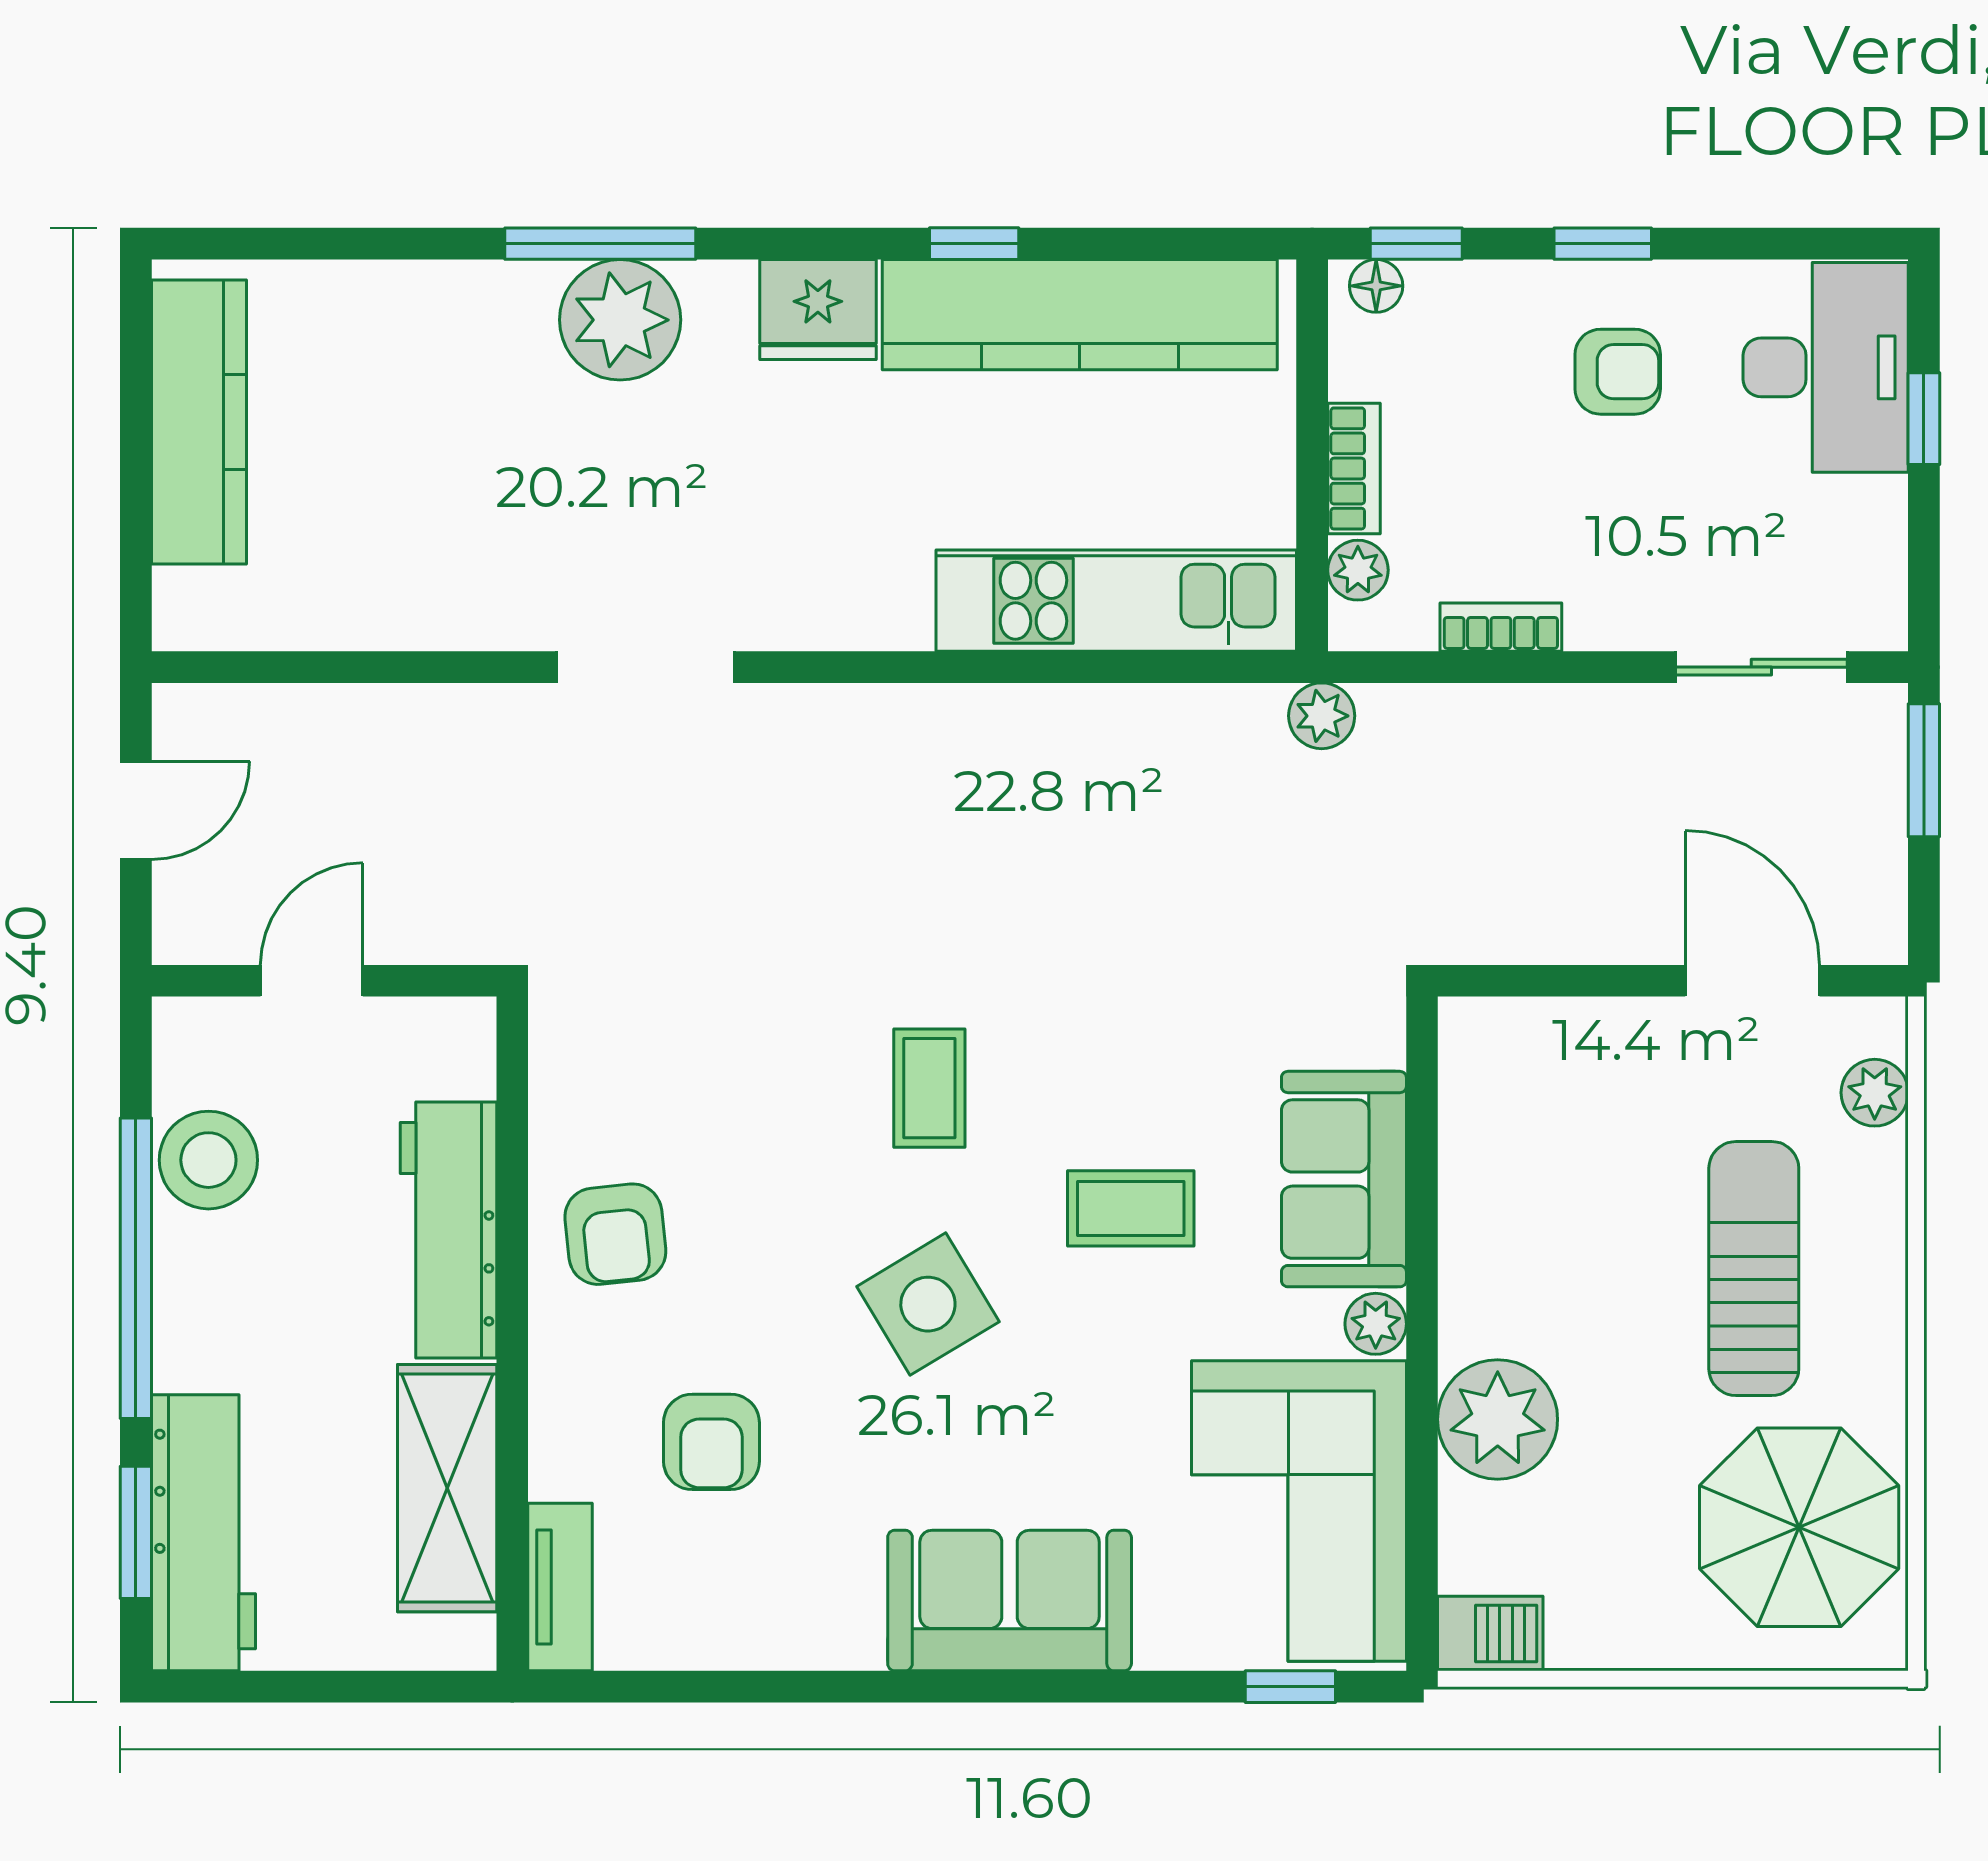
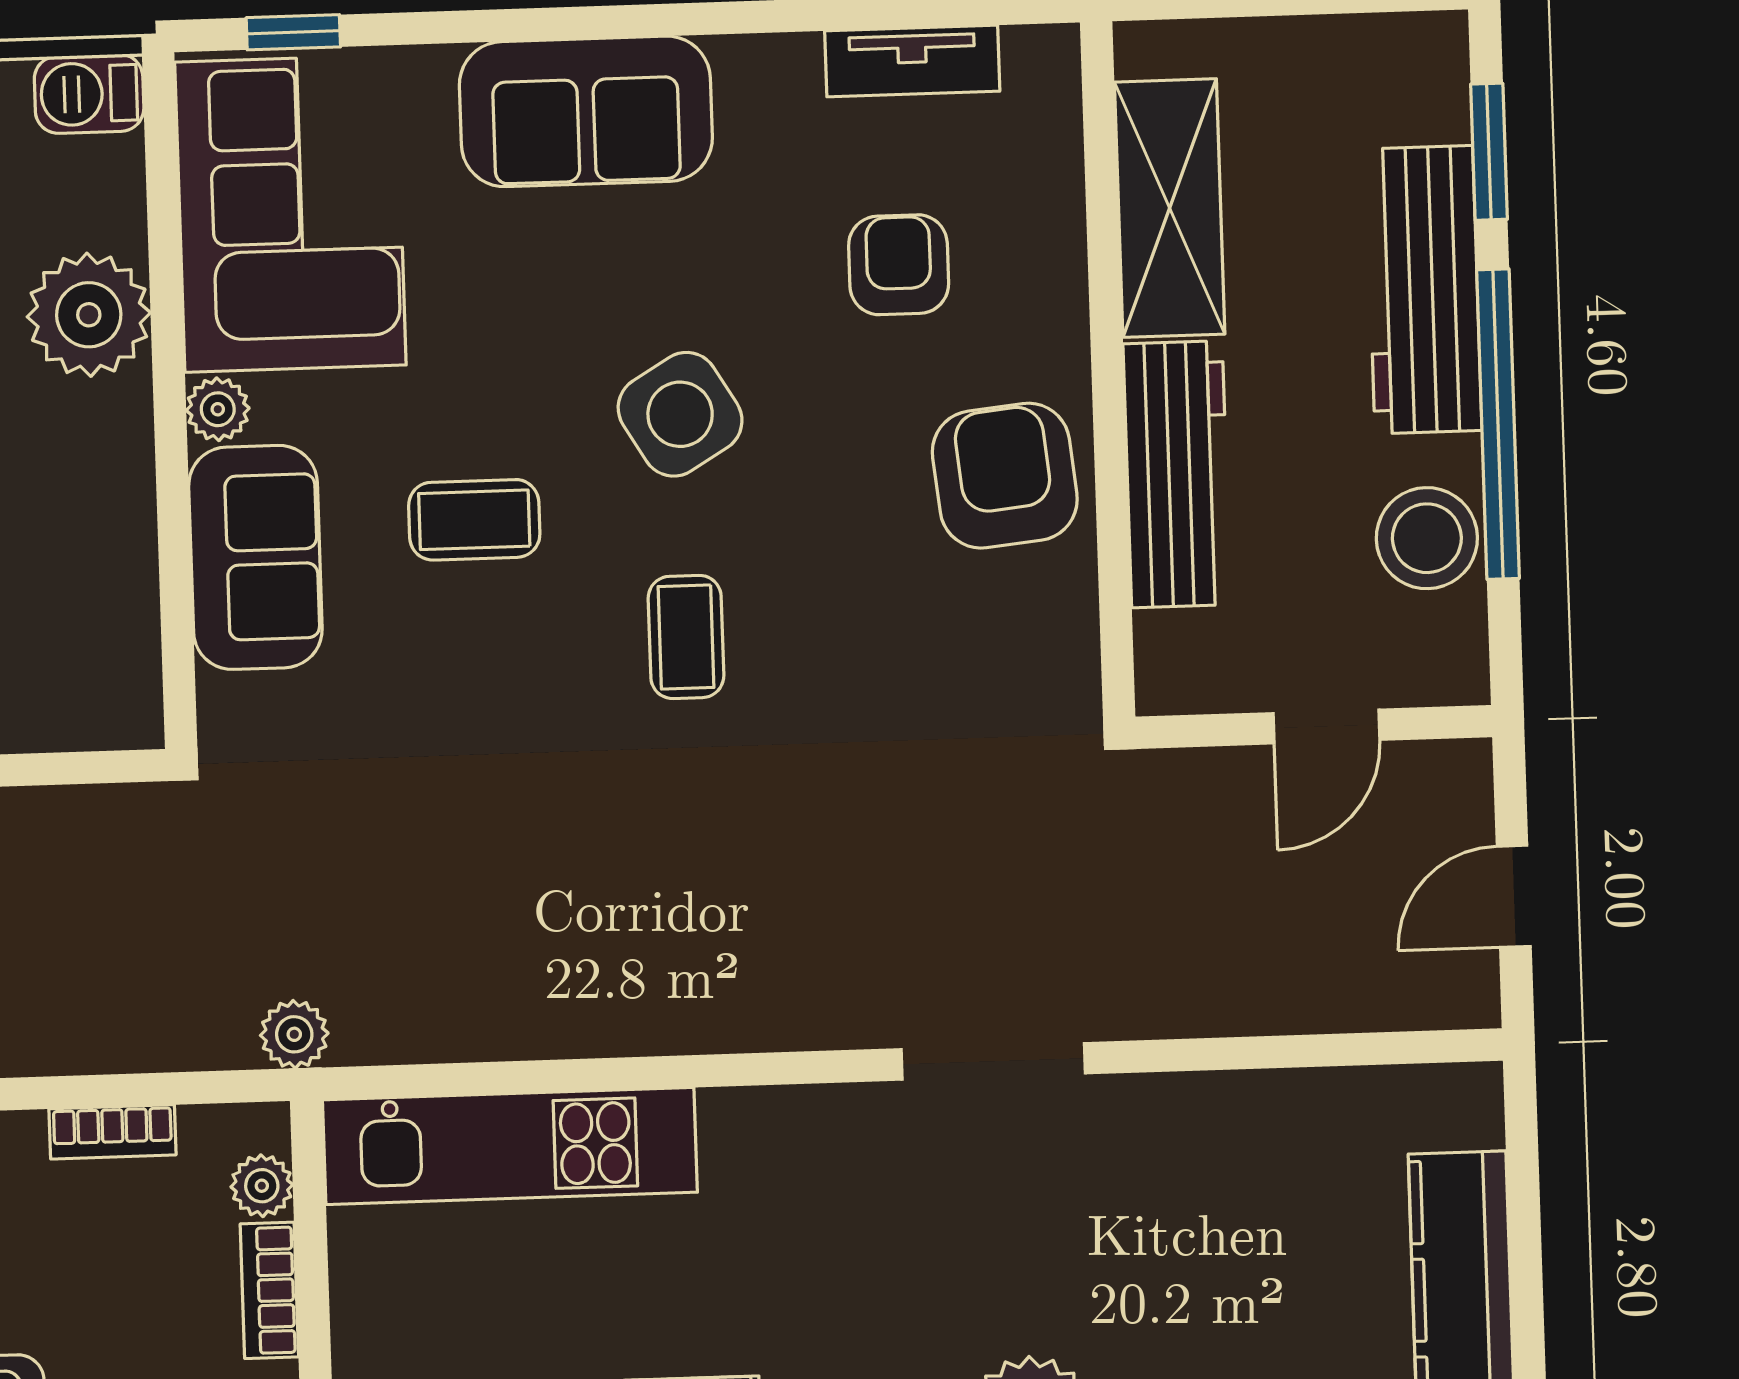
armchair: (615, 1234) -> (1005, 476), width x1.38, depth x1.38
workbench: (203, 1533) -> (1424, 290), moved
tv unit: (560, 1587) -> (912, 61), moved, turned -90

